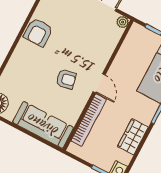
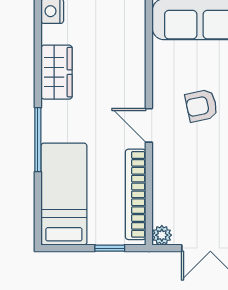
bookcase: (89, 120) -> (136, 194), moved

